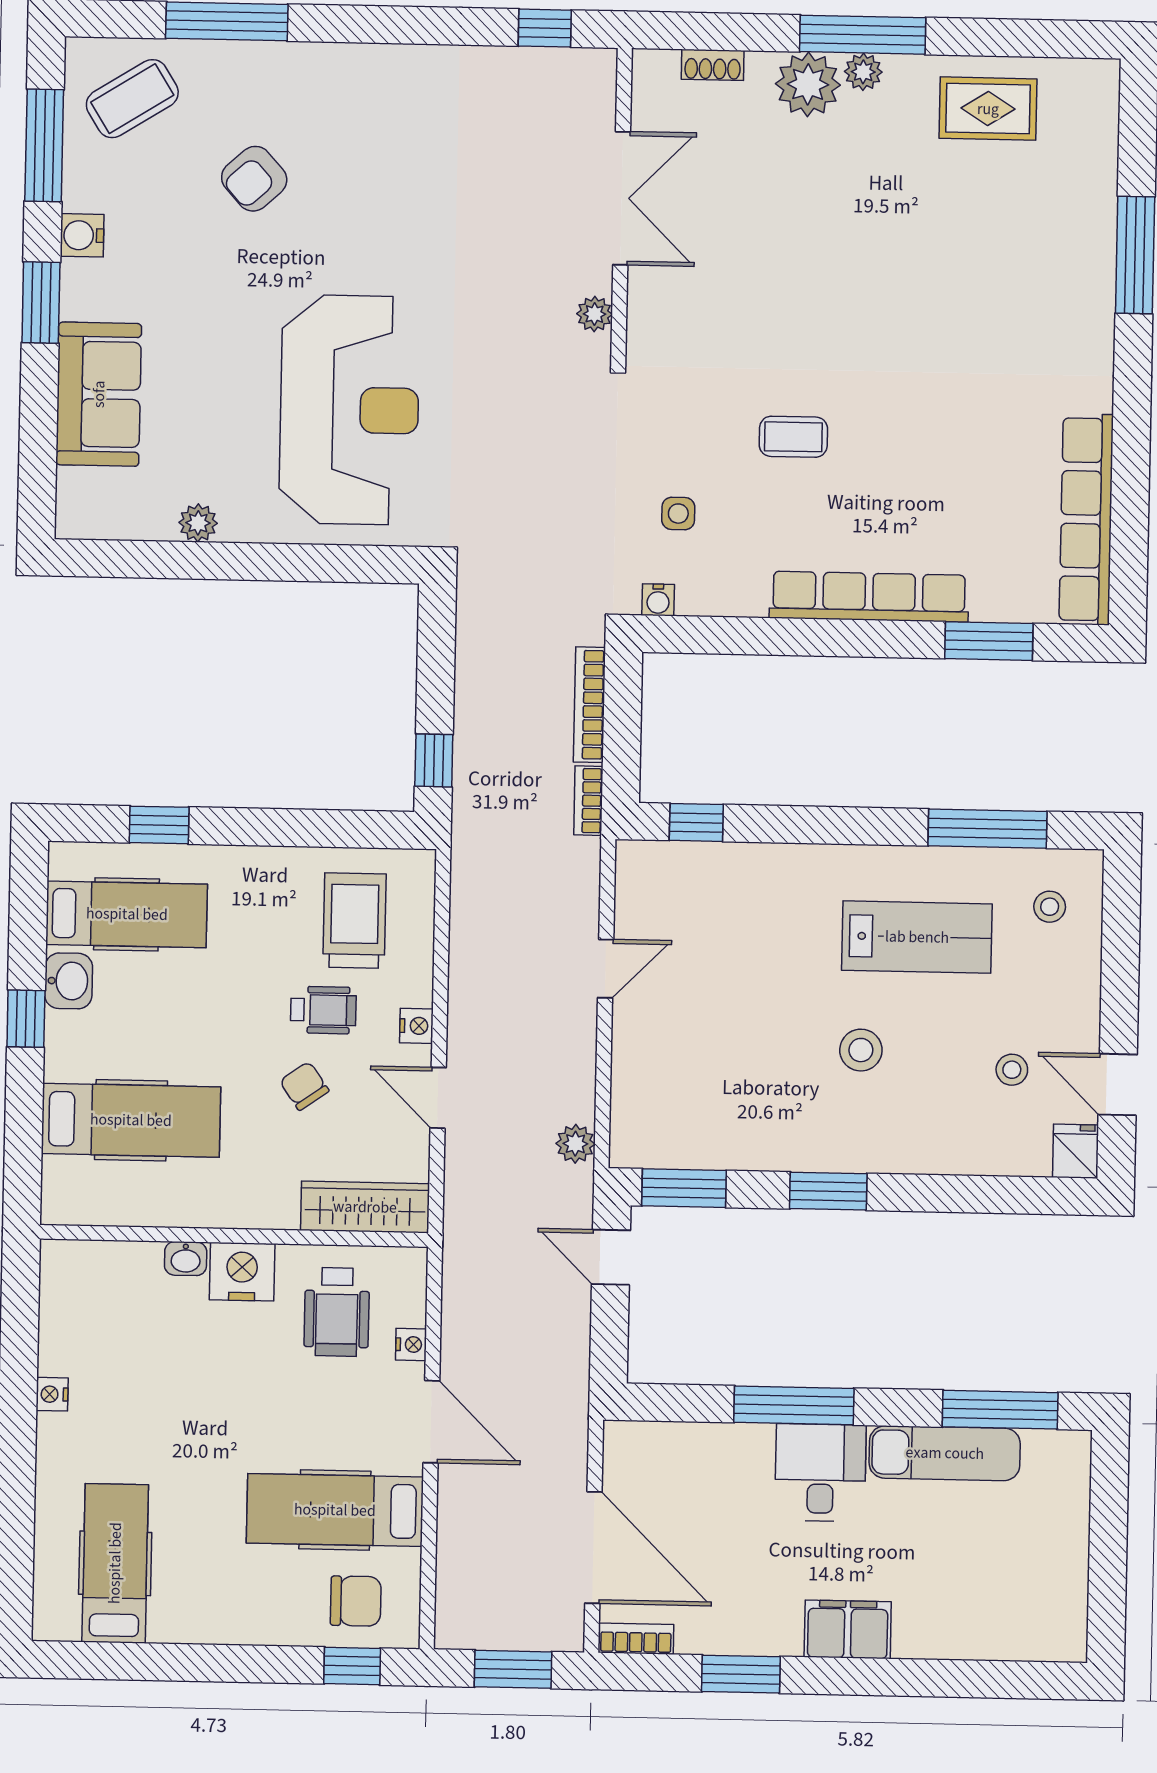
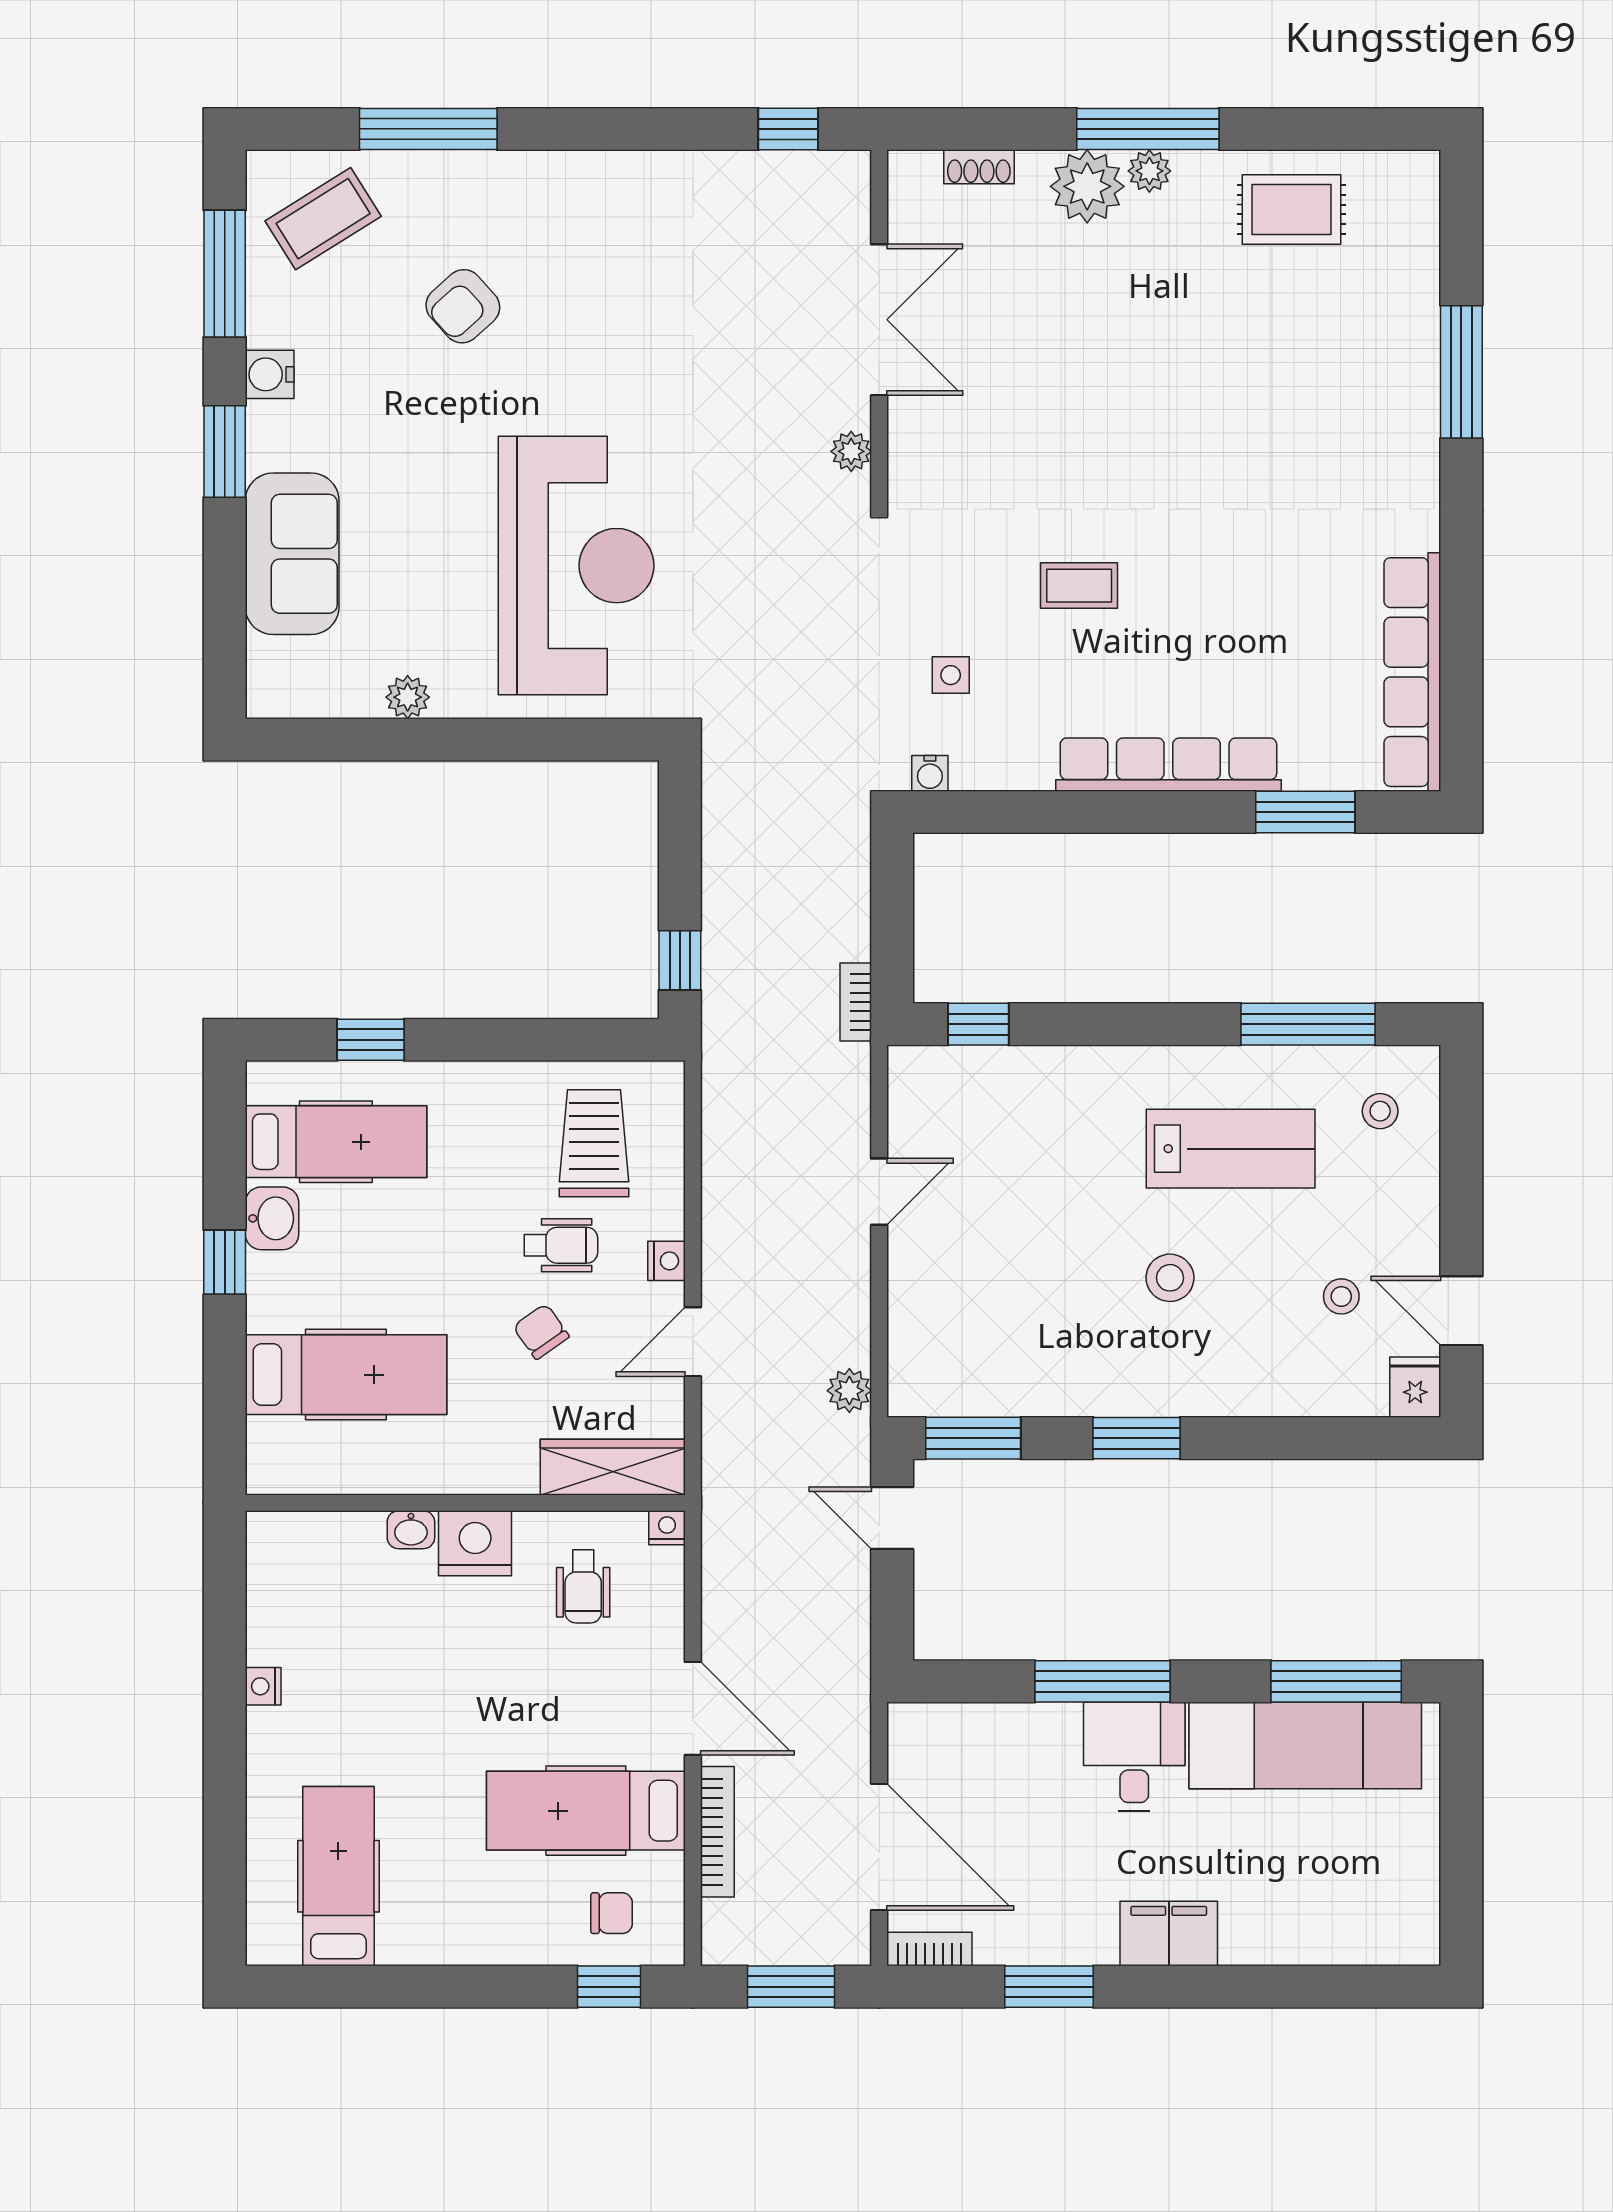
bookcase: (589, 705) -> (717, 1832), moved, turned 180
door: (438, 1098) -> (693, 1342), hinge flipped
wheelchair: (337, 1312) -> (583, 1586), width x0.73, depth x0.73
nightstand: (411, 1344) -> (667, 1528), moved, turned -90
exam couch: (945, 1453) -> (1305, 1745), width x1.36, depth x1.45
chair: (356, 1601) -> (612, 1913), width x0.73, depth x0.73

